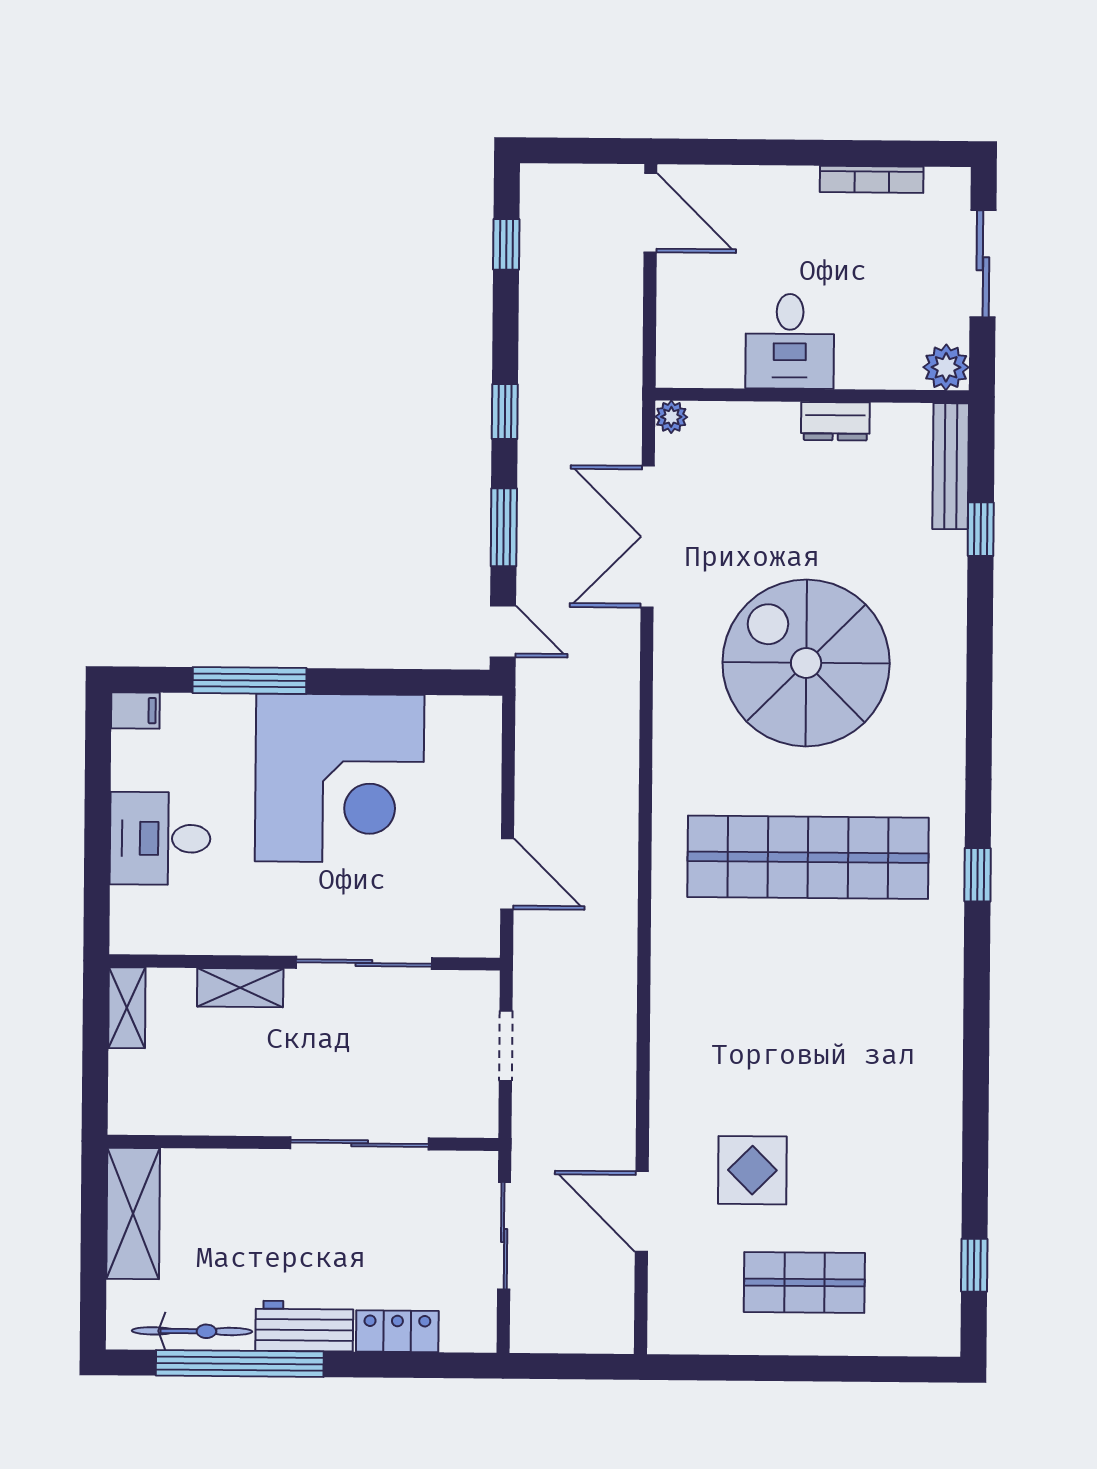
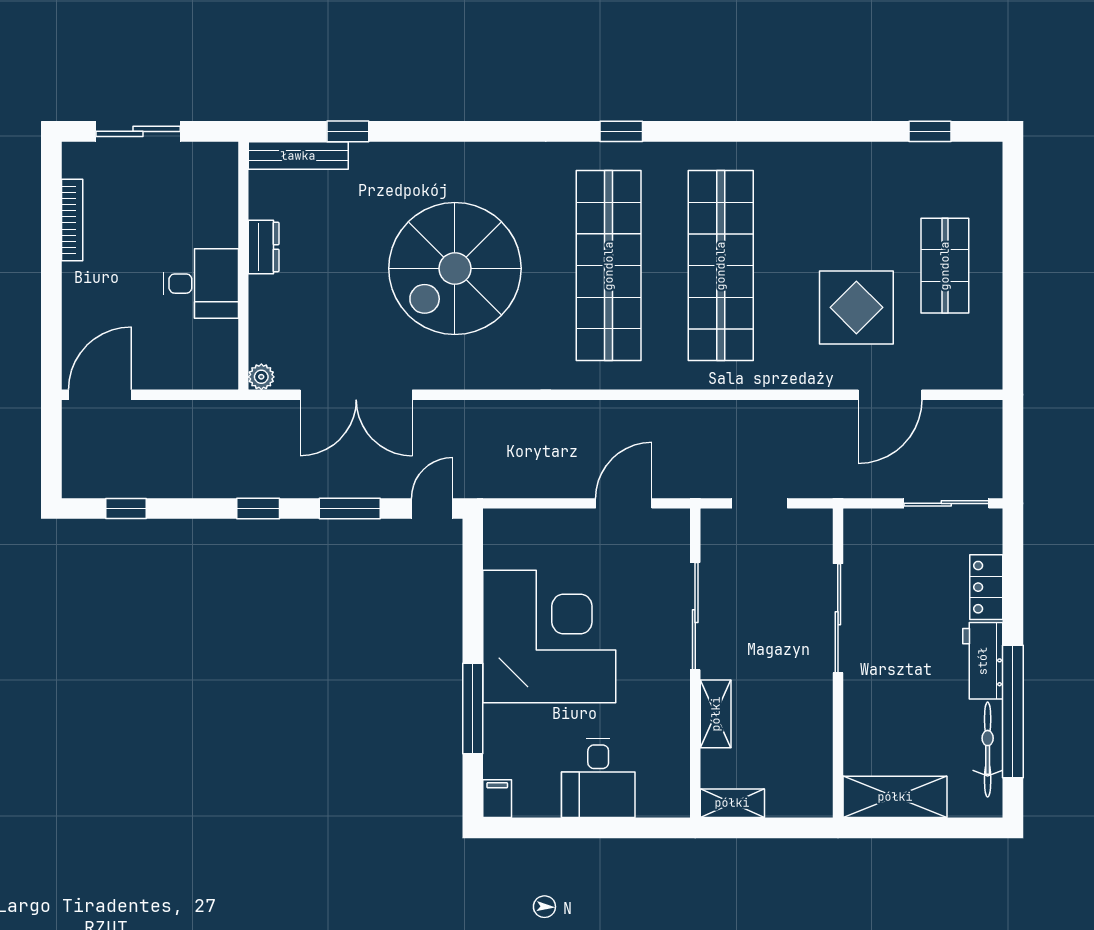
plant: (946, 367) -> (220, 160), removed
shop shelf: (807, 999) -> (721, 266), added
display table: (752, 1170) -> (856, 307), width x1.36, depth x1.36
sliding door: (504, 1236) -> (946, 503), moved

